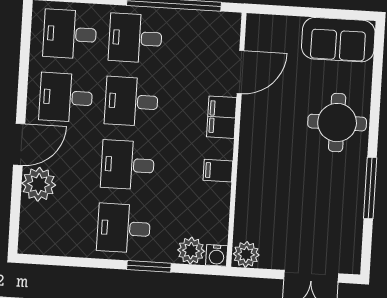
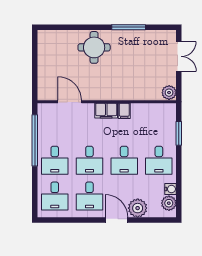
sofa: (338, 40) -> (49, 50), removed
filing cabinet: (222, 117) -> (106, 111), moved
plant: (191, 251) -> (169, 203), moved
water cooler: (217, 255) -> (171, 189), moved
window: (149, 266) -> (179, 133), moved

